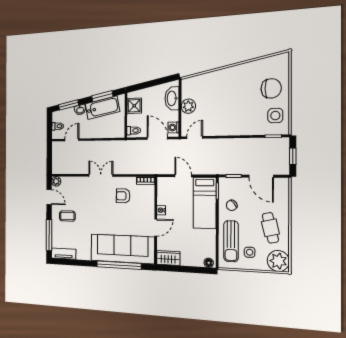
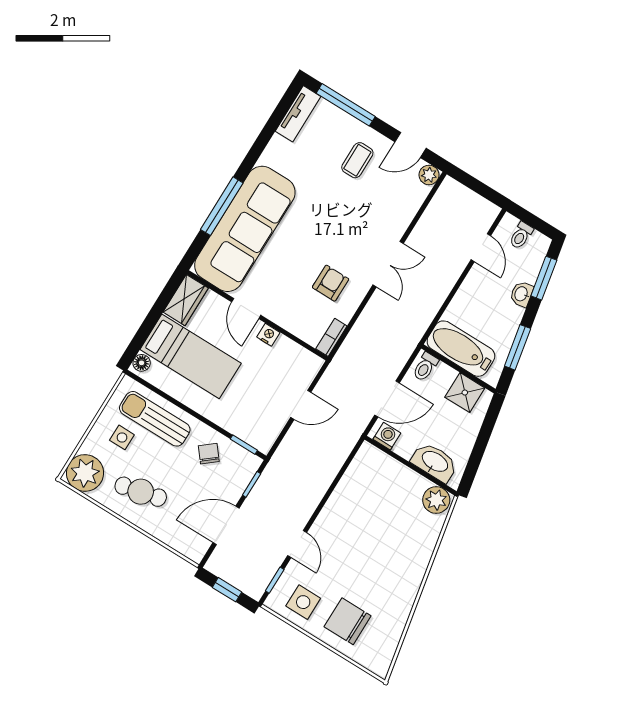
chair: (271, 88) -> (348, 621), turned 90
plant: (188, 106) -> (436, 500), moved
bathtub: (102, 108) -> (461, 349), moved, turned 101
door: (195, 138) -> (297, 544), moved
bed: (205, 203) -> (191, 356), moved, turned 180
window: (119, 265) -> (222, 206), width x0.68

